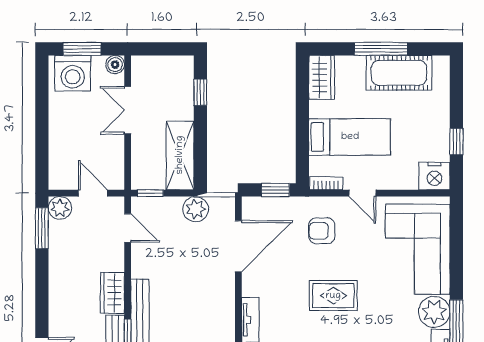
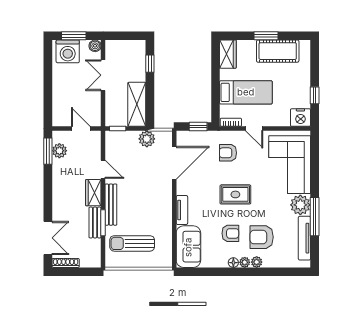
window: (381, 49) -> (266, 36), width x0.69
plant: (60, 208) -> (59, 151), moved
door: (128, 228) -> (103, 169), moved

